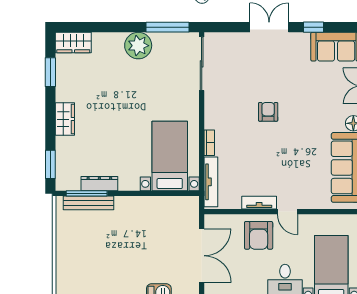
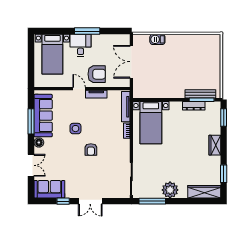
wardrobe: (73, 42) -> (204, 192), width x1.50
side table: (293, 146) -> (75, 129), added
armchair: (259, 235) -> (97, 74), turned 90

